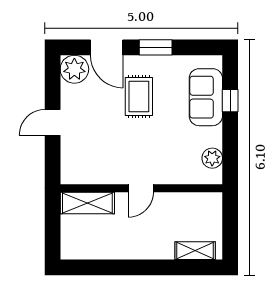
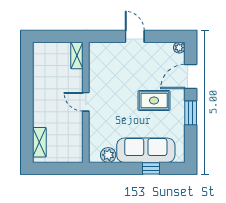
plant: (74, 69) -> (179, 48), width x0.53, depth x0.53
sofa: (206, 97) -> (146, 150), width x1.36
shelving: (87, 203) -> (77, 55), width x0.67, depth x0.75

